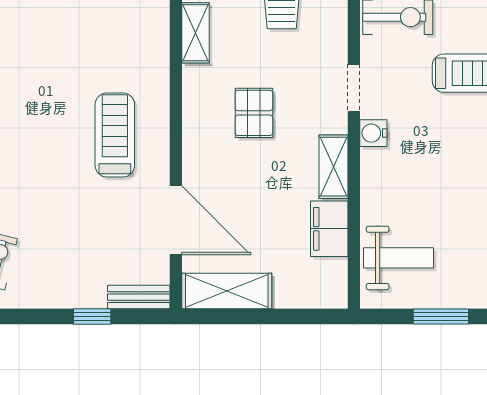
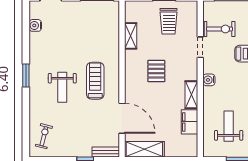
doorway: (354, 88) -> (200, 47), moved
weight bench: (40, 150) -> (62, 87), added
weight bench: (399, 258) -> (229, 126), moved, turned -90

